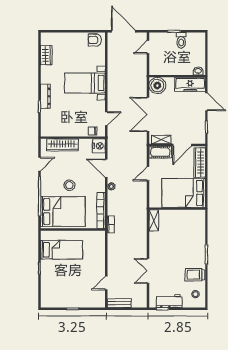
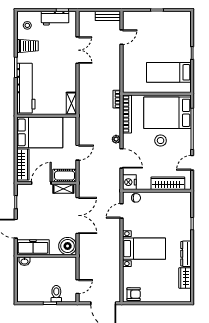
toilet: (181, 40) -> (56, 294), moved
dresser: (45, 96) -> (186, 254), moved
workbench: (197, 235) -> (26, 88), added

